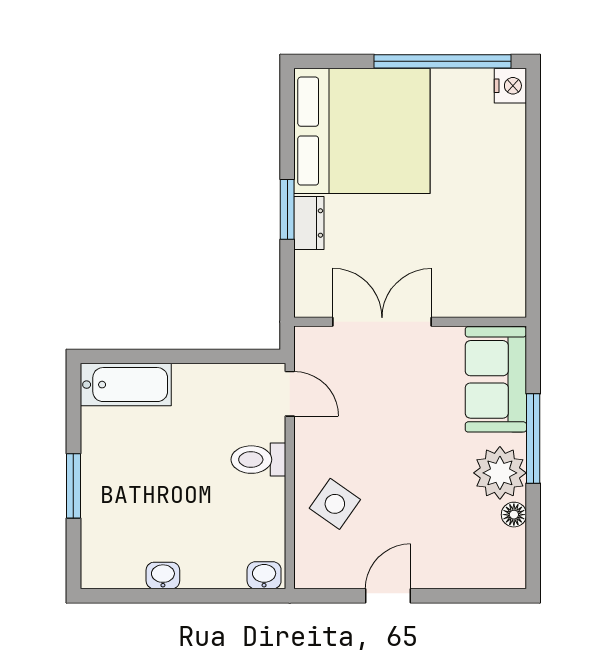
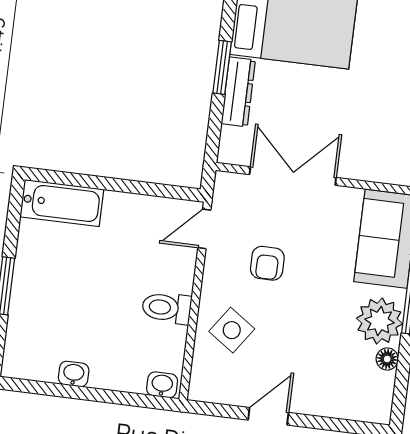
dresser: (309, 223) -> (238, 92), width x1.44
door: (290, 394) -> (204, 229), swing flipped
armchair: (366, 424) -> (267, 263), added
toilet: (258, 460) -> (167, 308), moved

